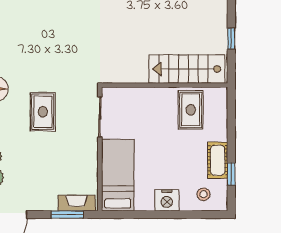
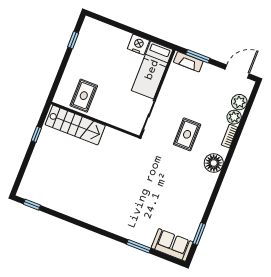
cot: (218, 160) -> (79, 53), removed
stool: (204, 194) -> (98, 33), removed
nightstand: (167, 200) -> (138, 45), moved

